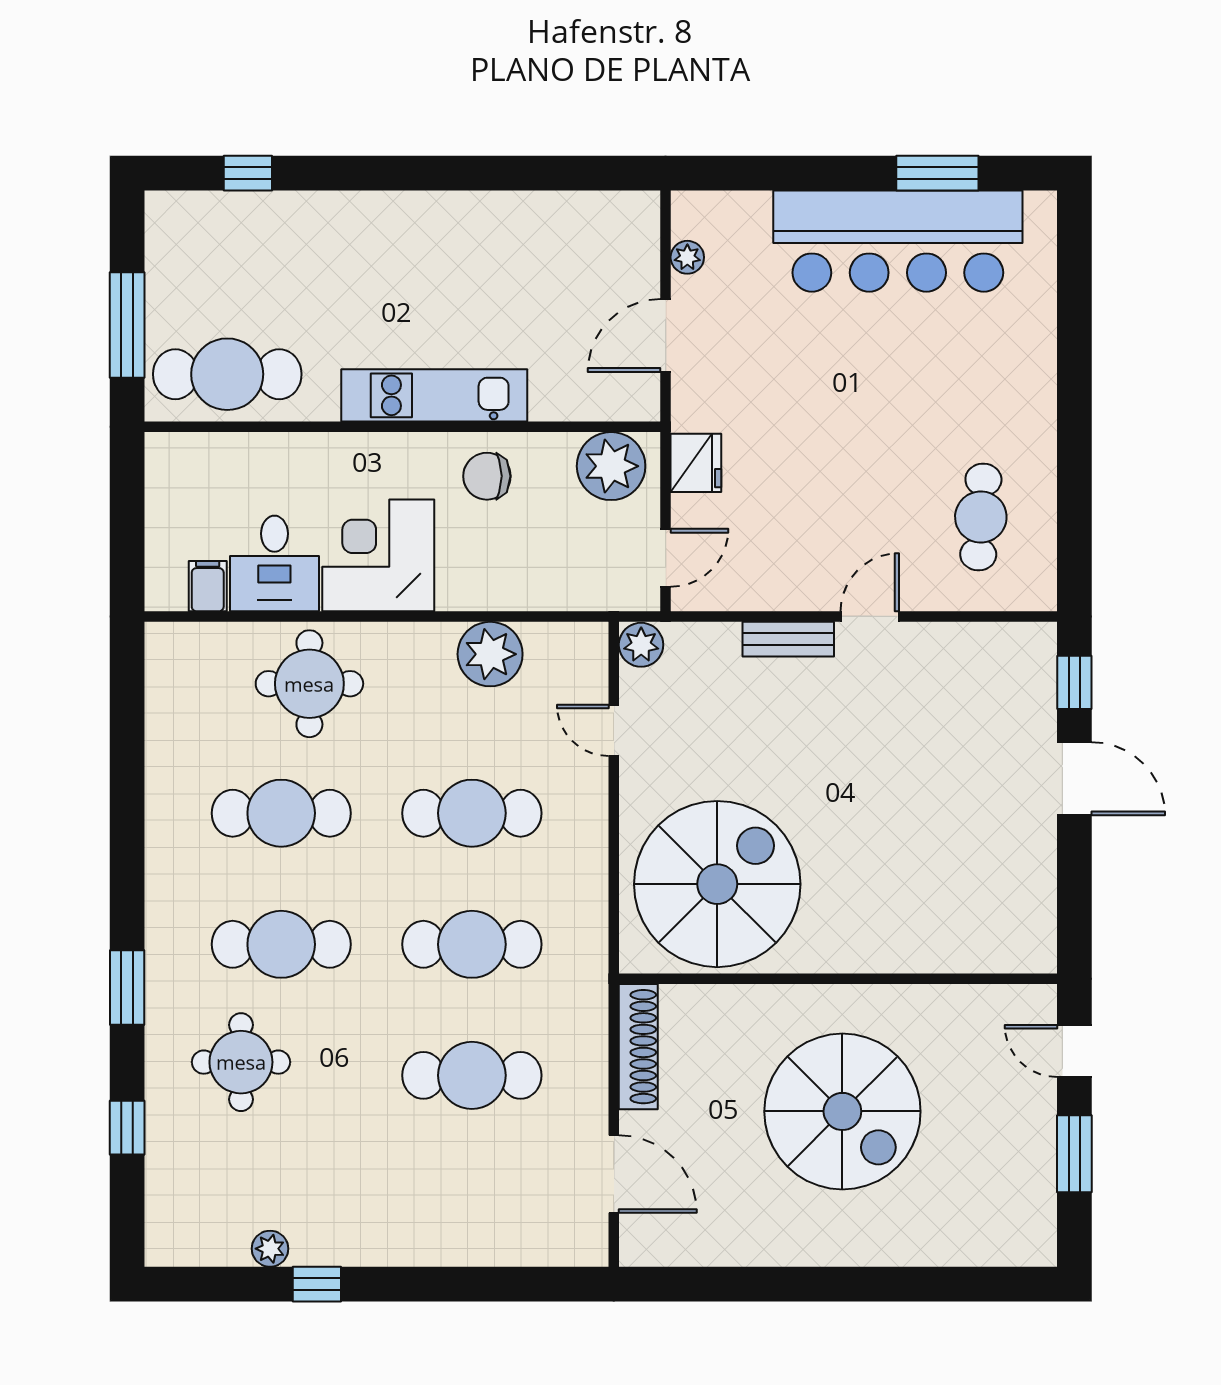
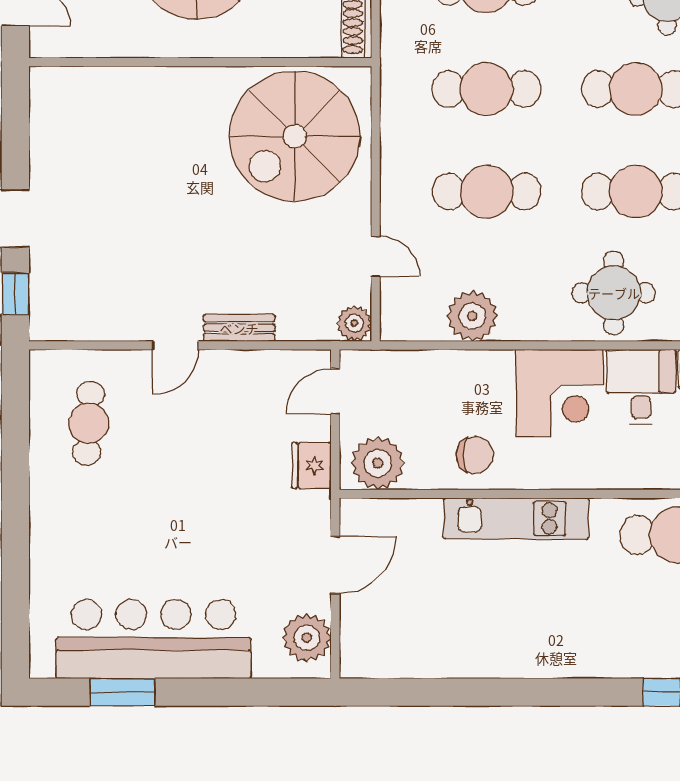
plant: (687, 257) -> (307, 638), width x1.88, depth x1.88

